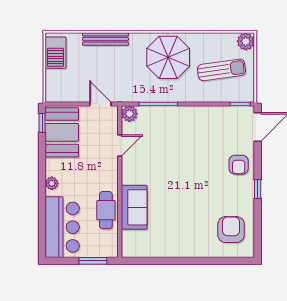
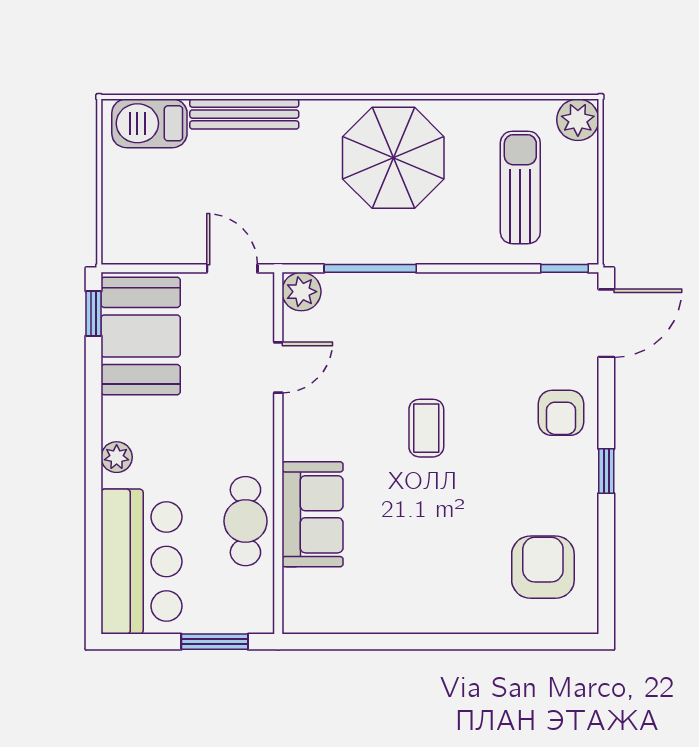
barbecue: (56, 53) -> (149, 123), moved, turned 90
sun lounger: (221, 70) -> (520, 187), turned -82
coffee table: (182, 171) -> (426, 428), added

